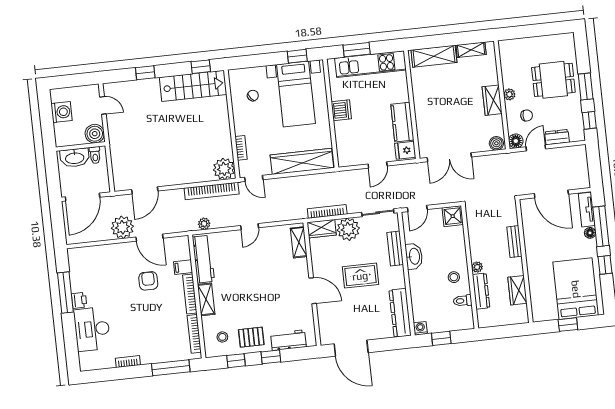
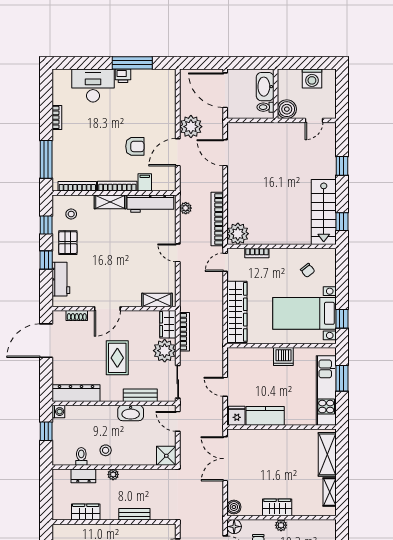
dresser: (481, 291) -> (83, 476), width x0.70
shoe rack: (323, 320) -> (77, 316), added

